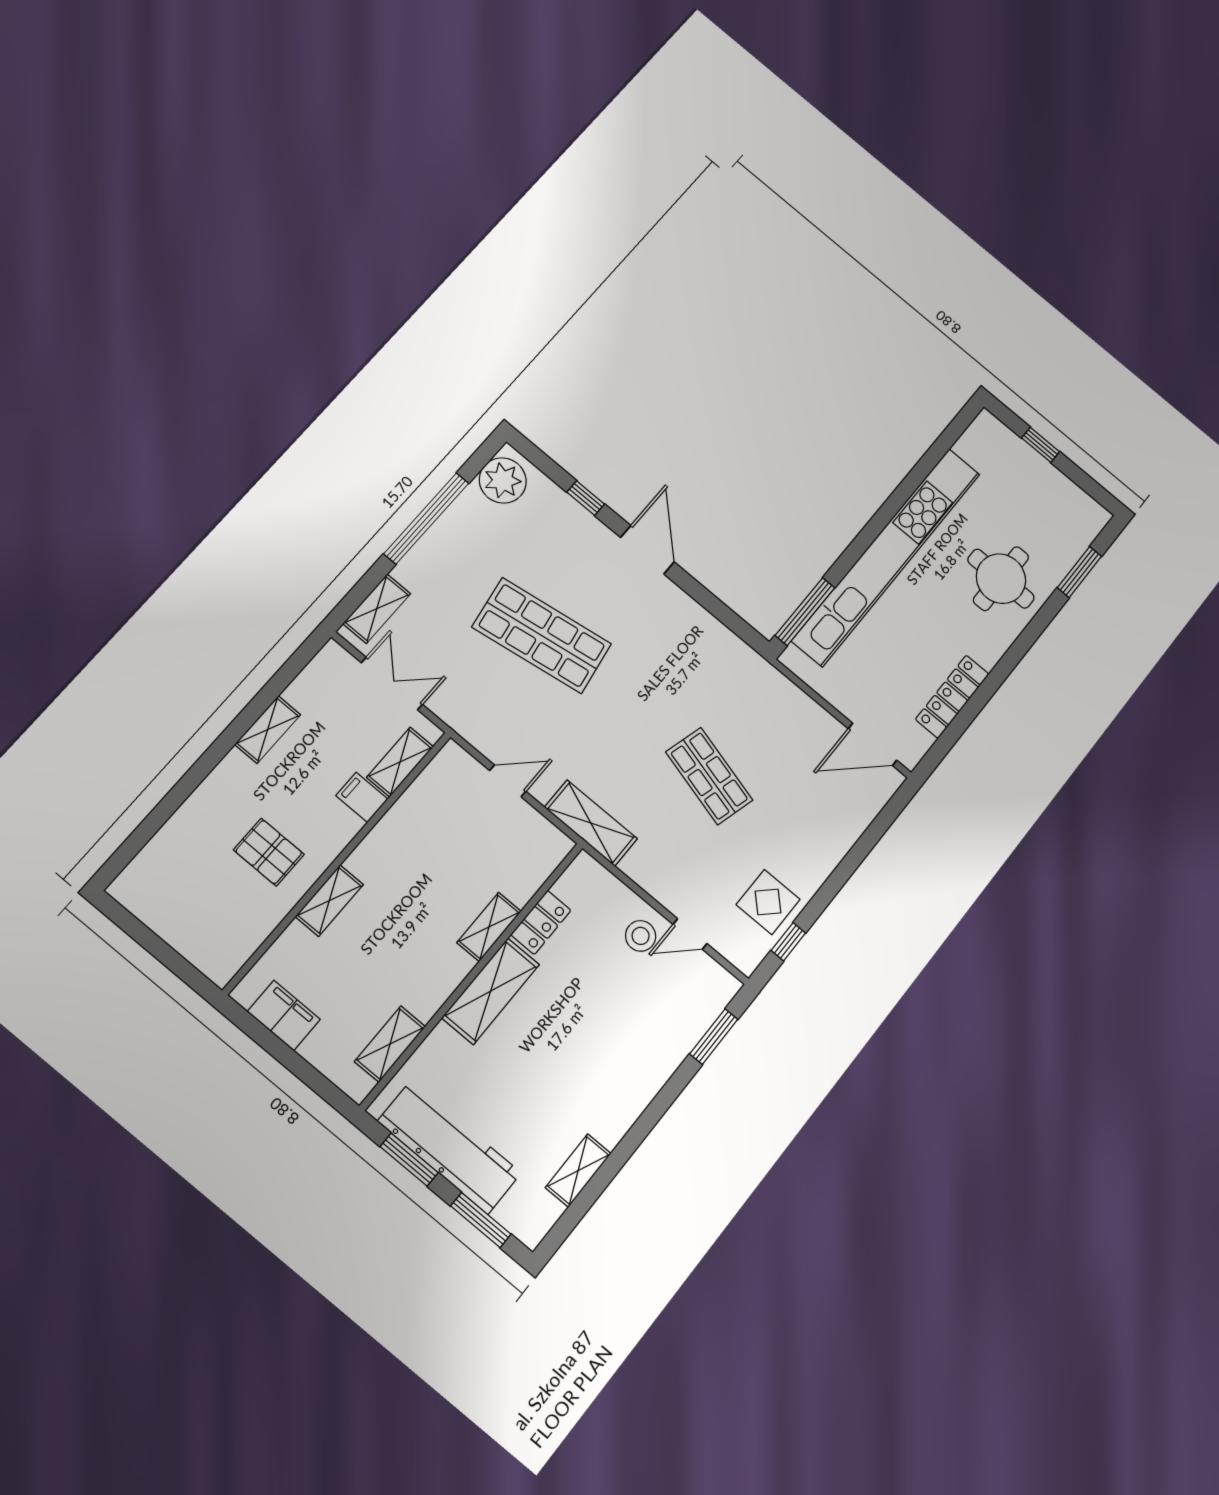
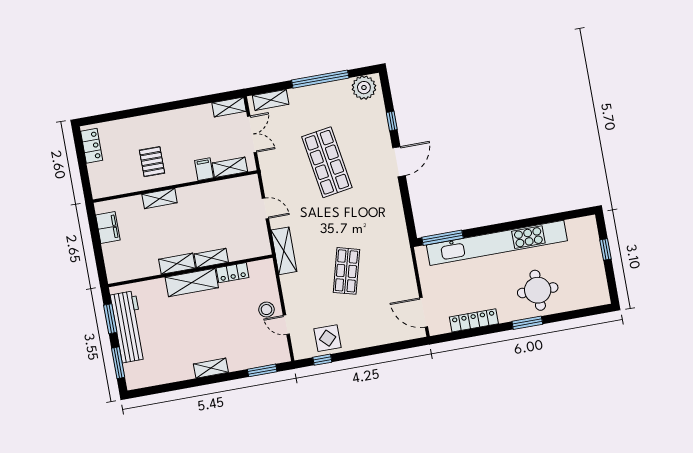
window: (1079, 572) -> (527, 323), moved
shelving: (268, 730) -> (229, 107), moved
locker: (149, 906) -> (92, 146), added
shelving: (390, 1044) -> (177, 264), moved
shelving: (578, 1170) -> (211, 368), moved

